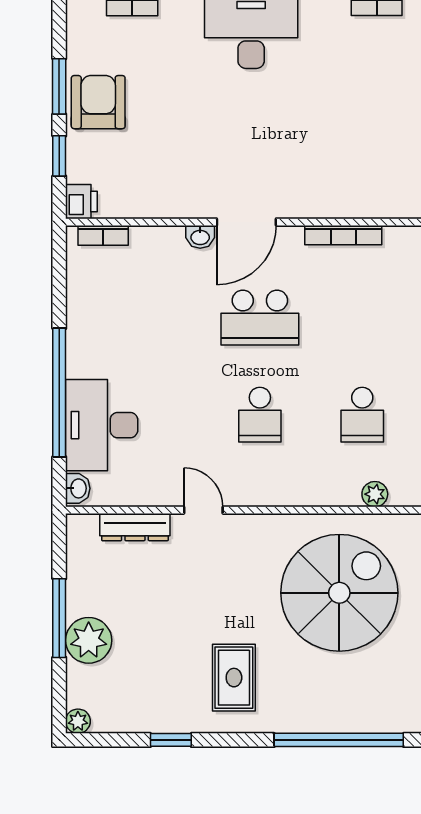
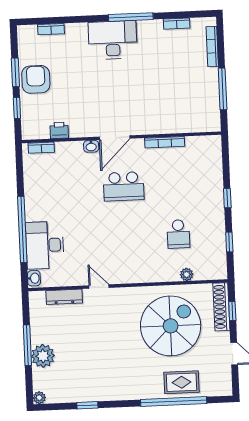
printer: (81, 202) -> (59, 130), moved, turned -90
school desk: (260, 415) -> (126, 236), removed
rug: (234, 678) -> (182, 382), moved, turned 90

